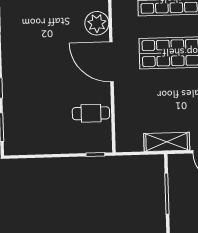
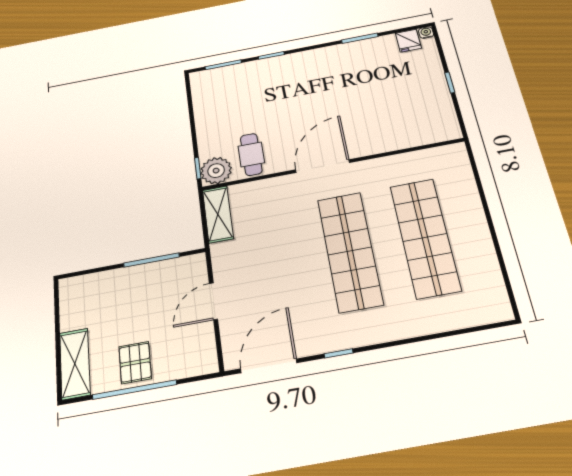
plant: (97, 23) -> (216, 171), moved
shelving: (167, 142) -> (218, 214), moved

